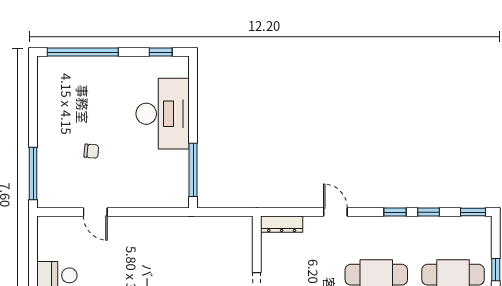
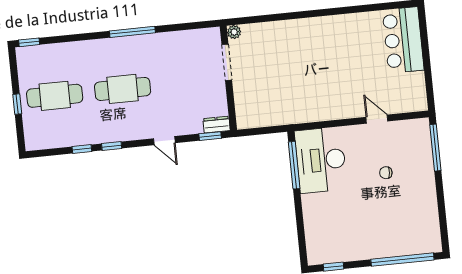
desk: (163, 114) -> (321, 160), moved
window: (473, 212) -> (210, 136), moved
dresser: (282, 224) -> (217, 125), width x0.70

